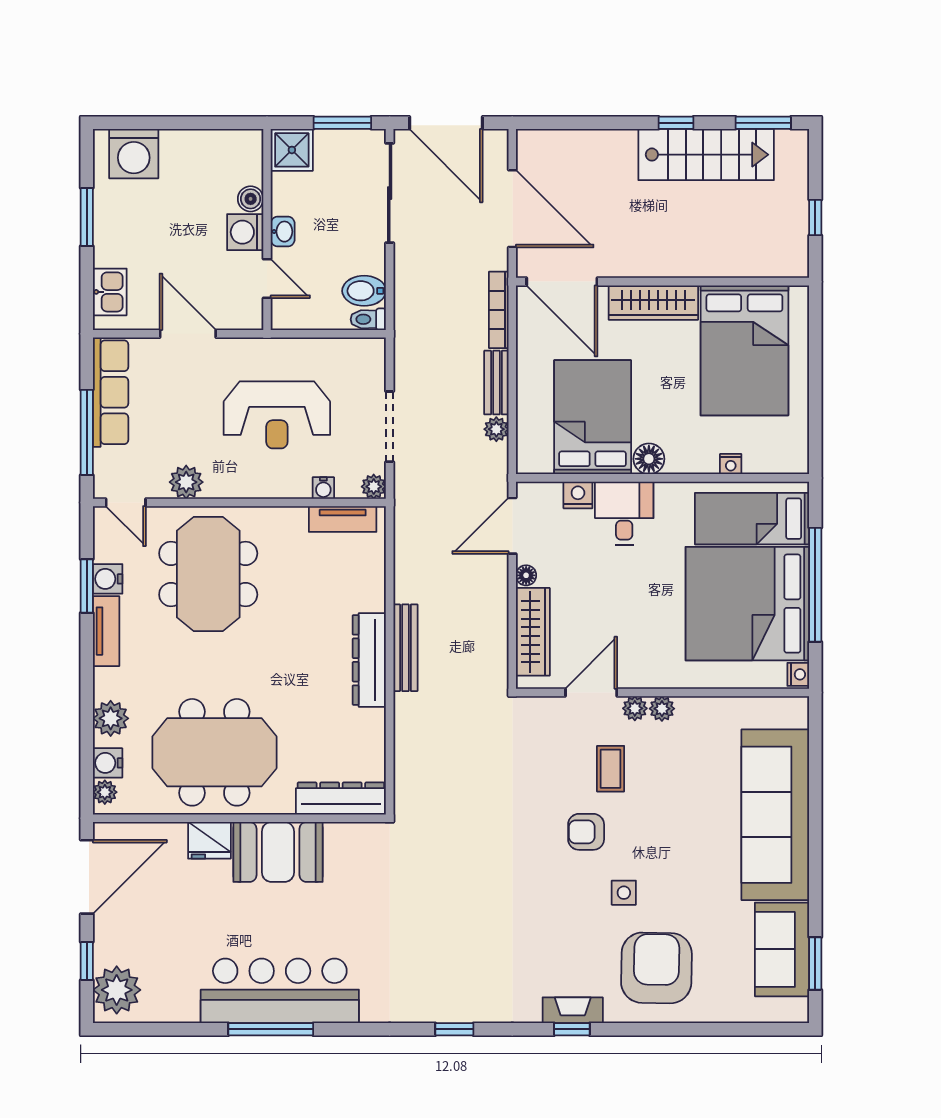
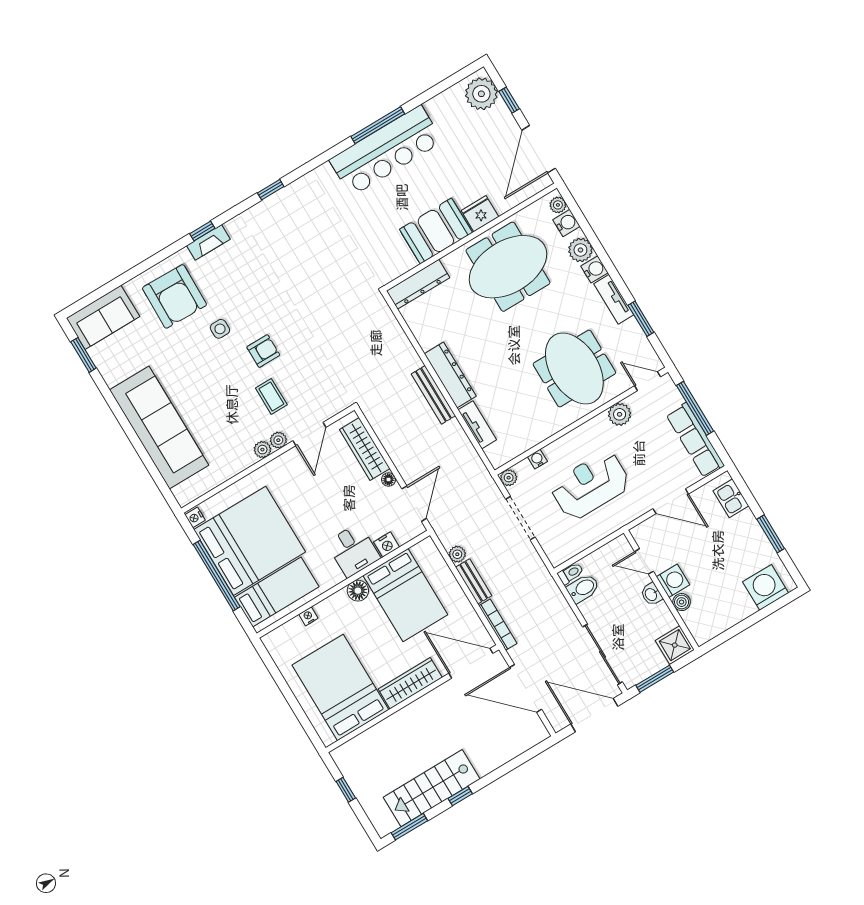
tv unit: (343, 519) -> (477, 425), moved, turned 90
water cooler: (108, 579) -> (595, 269), moved
sofa: (782, 949) -> (103, 317), moved, turned 90

